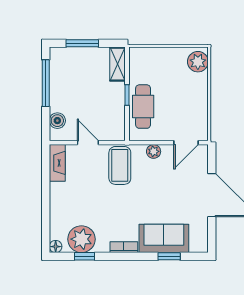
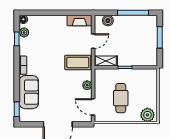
shelving: (118, 64) -> (106, 61), moved
cafe table: (143, 107) -> (121, 98), moved, turned 90
plant: (81, 239) -> (24, 32), width x0.53, depth x0.53
window: (169, 256) -> (17, 109), moved

